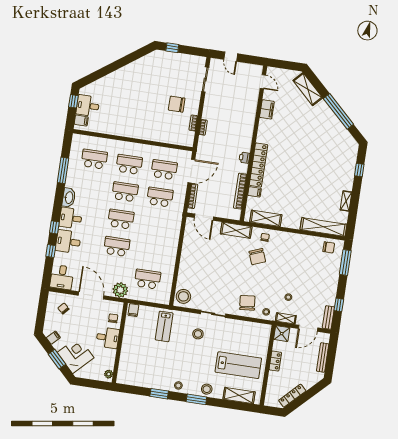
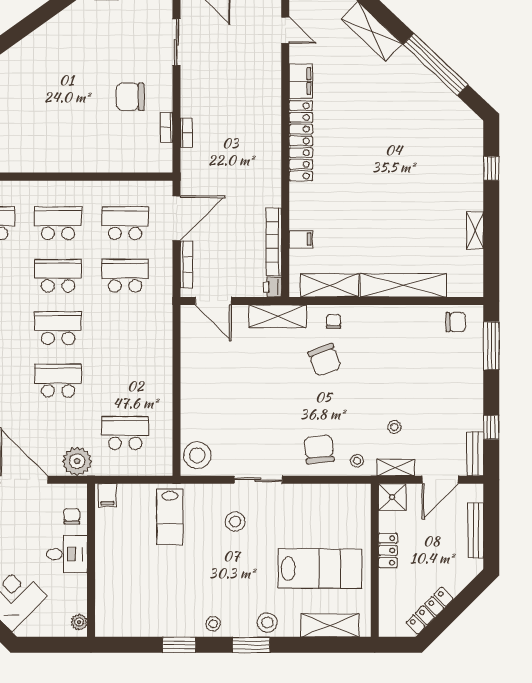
printer: (244, 158) -> (272, 287), moved
locker: (258, 165) -> (301, 141), moved
shelving: (323, 227) -> (403, 285), moved

